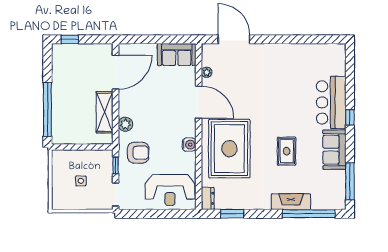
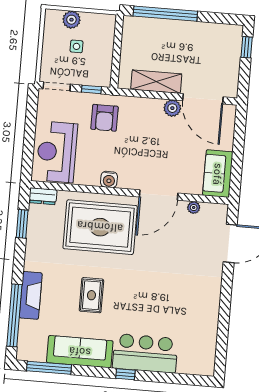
plant: (125, 124) -> (172, 108), moved
sofa: (334, 150) -> (80, 352), width x1.36
rug: (287, 151) -> (91, 295), turned 90
plant: (59, 187) -> (71, 20), added

